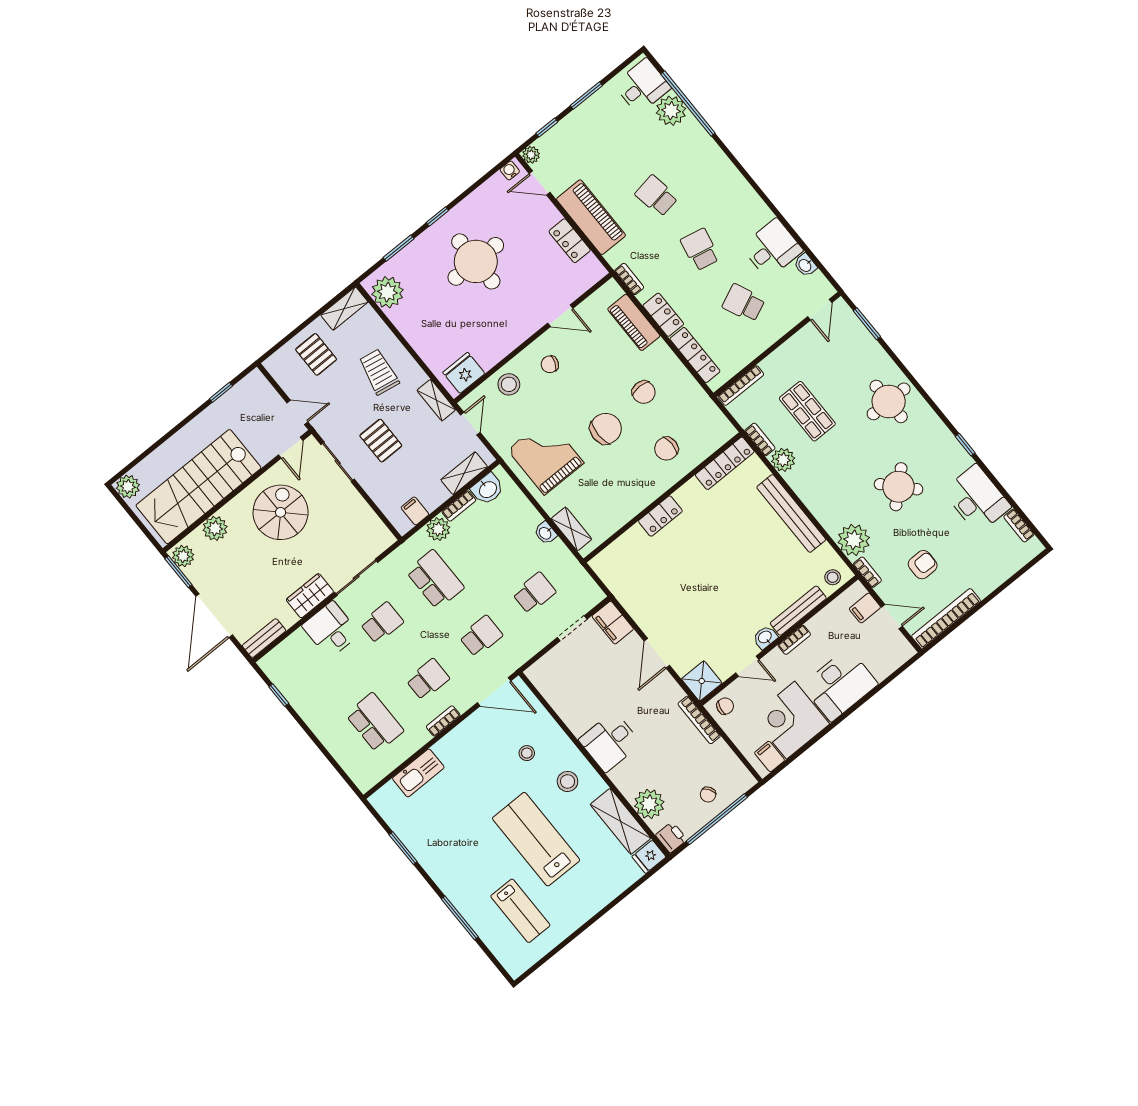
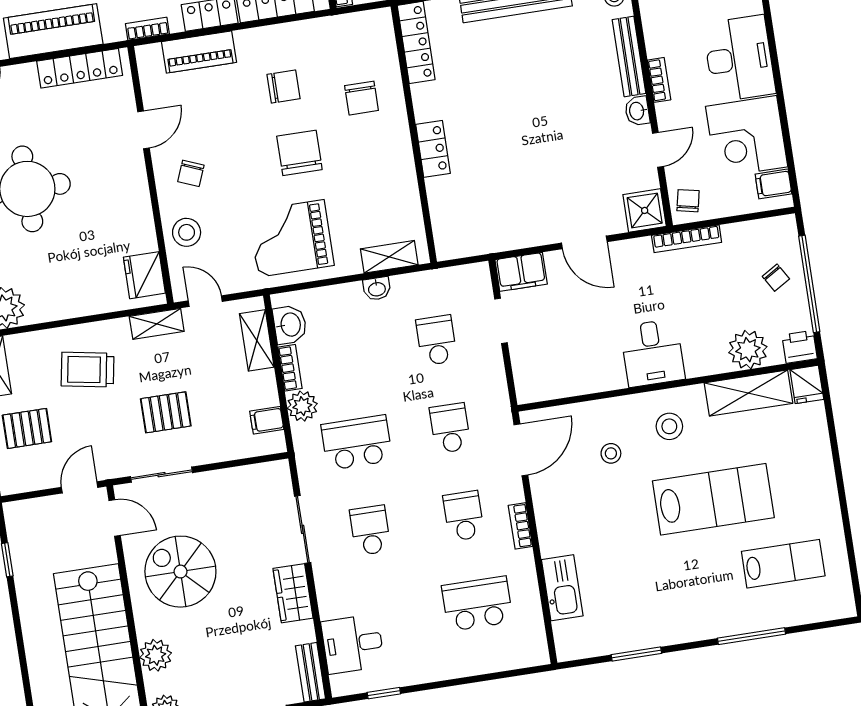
locker: (570, 241) -> (80, 68), width x1.53
desk: (331, 630) -> (353, 644), moved
lab bench: (536, 839) -> (713, 499), turned 180

